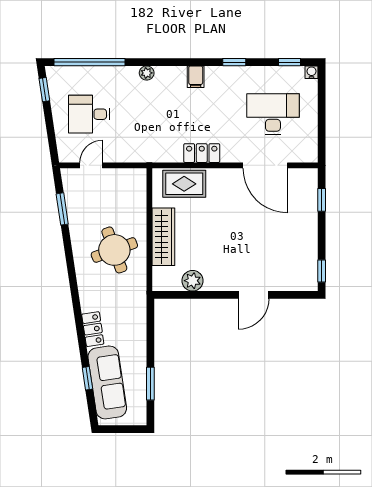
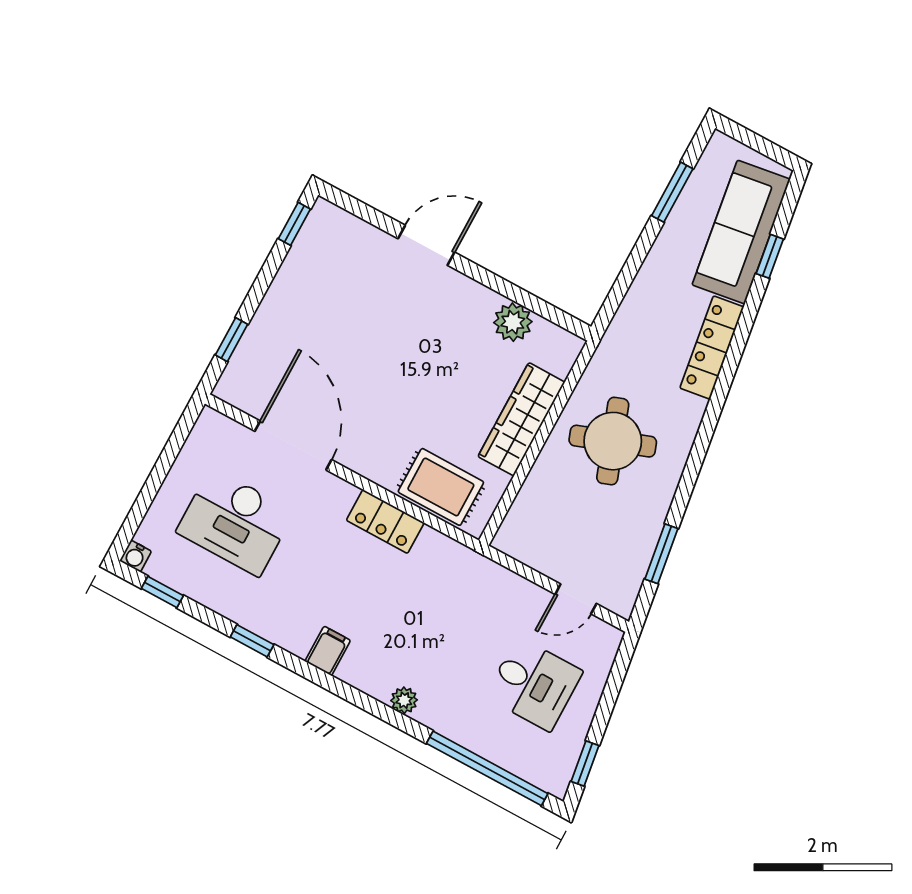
locker: (93, 329) -> (712, 347), width x1.53

